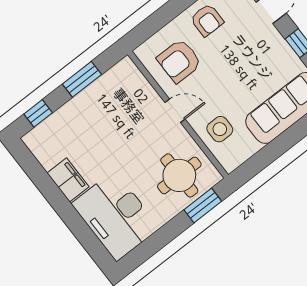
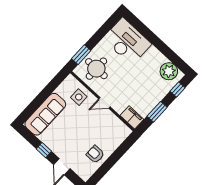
armchair: (179, 61) -> (107, 130), removed
plant: (49, 149) -> (169, 71), added
filing cabinet: (68, 180) -> (132, 117), moved, turned 180

